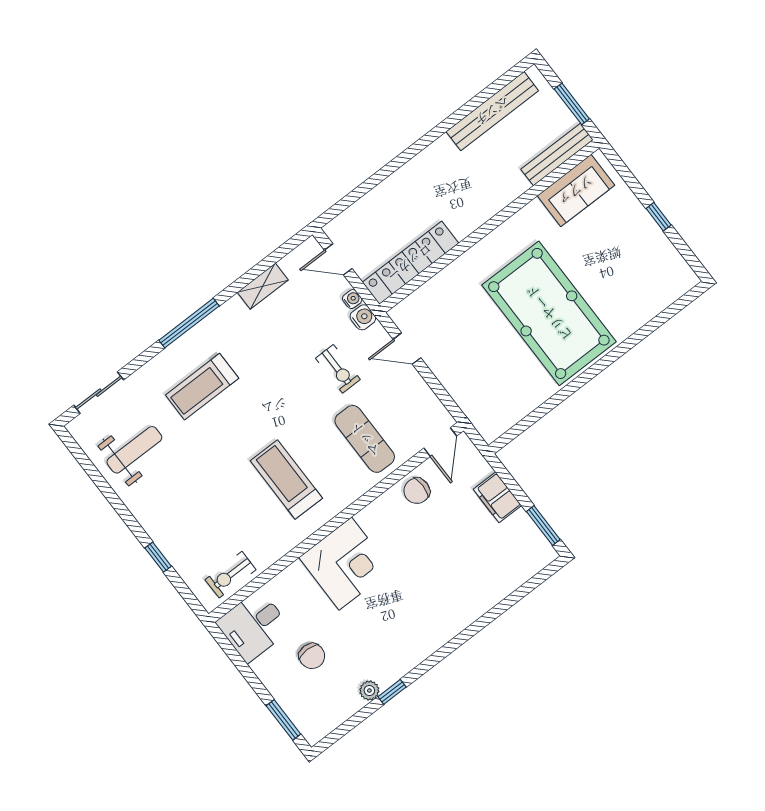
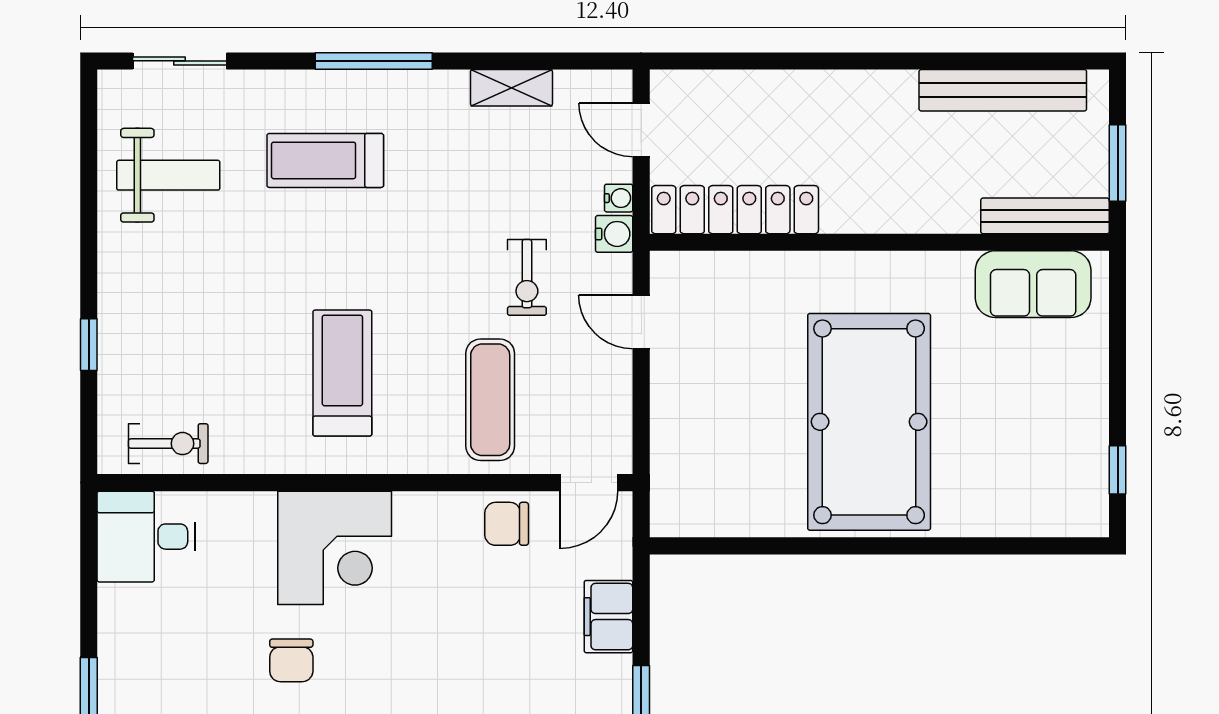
window: (659, 217) -> (1118, 470), moved
exercise bike: (231, 575) -> (168, 444), turned 180
chair: (312, 656) -> (291, 660), moved

